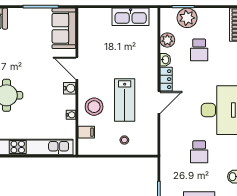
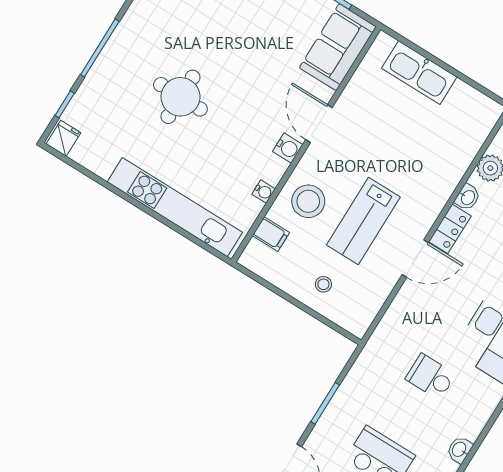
kitchen sink: (131, 17) -> (419, 73), moved
school desk: (199, 152) -> (431, 377), turned 90

